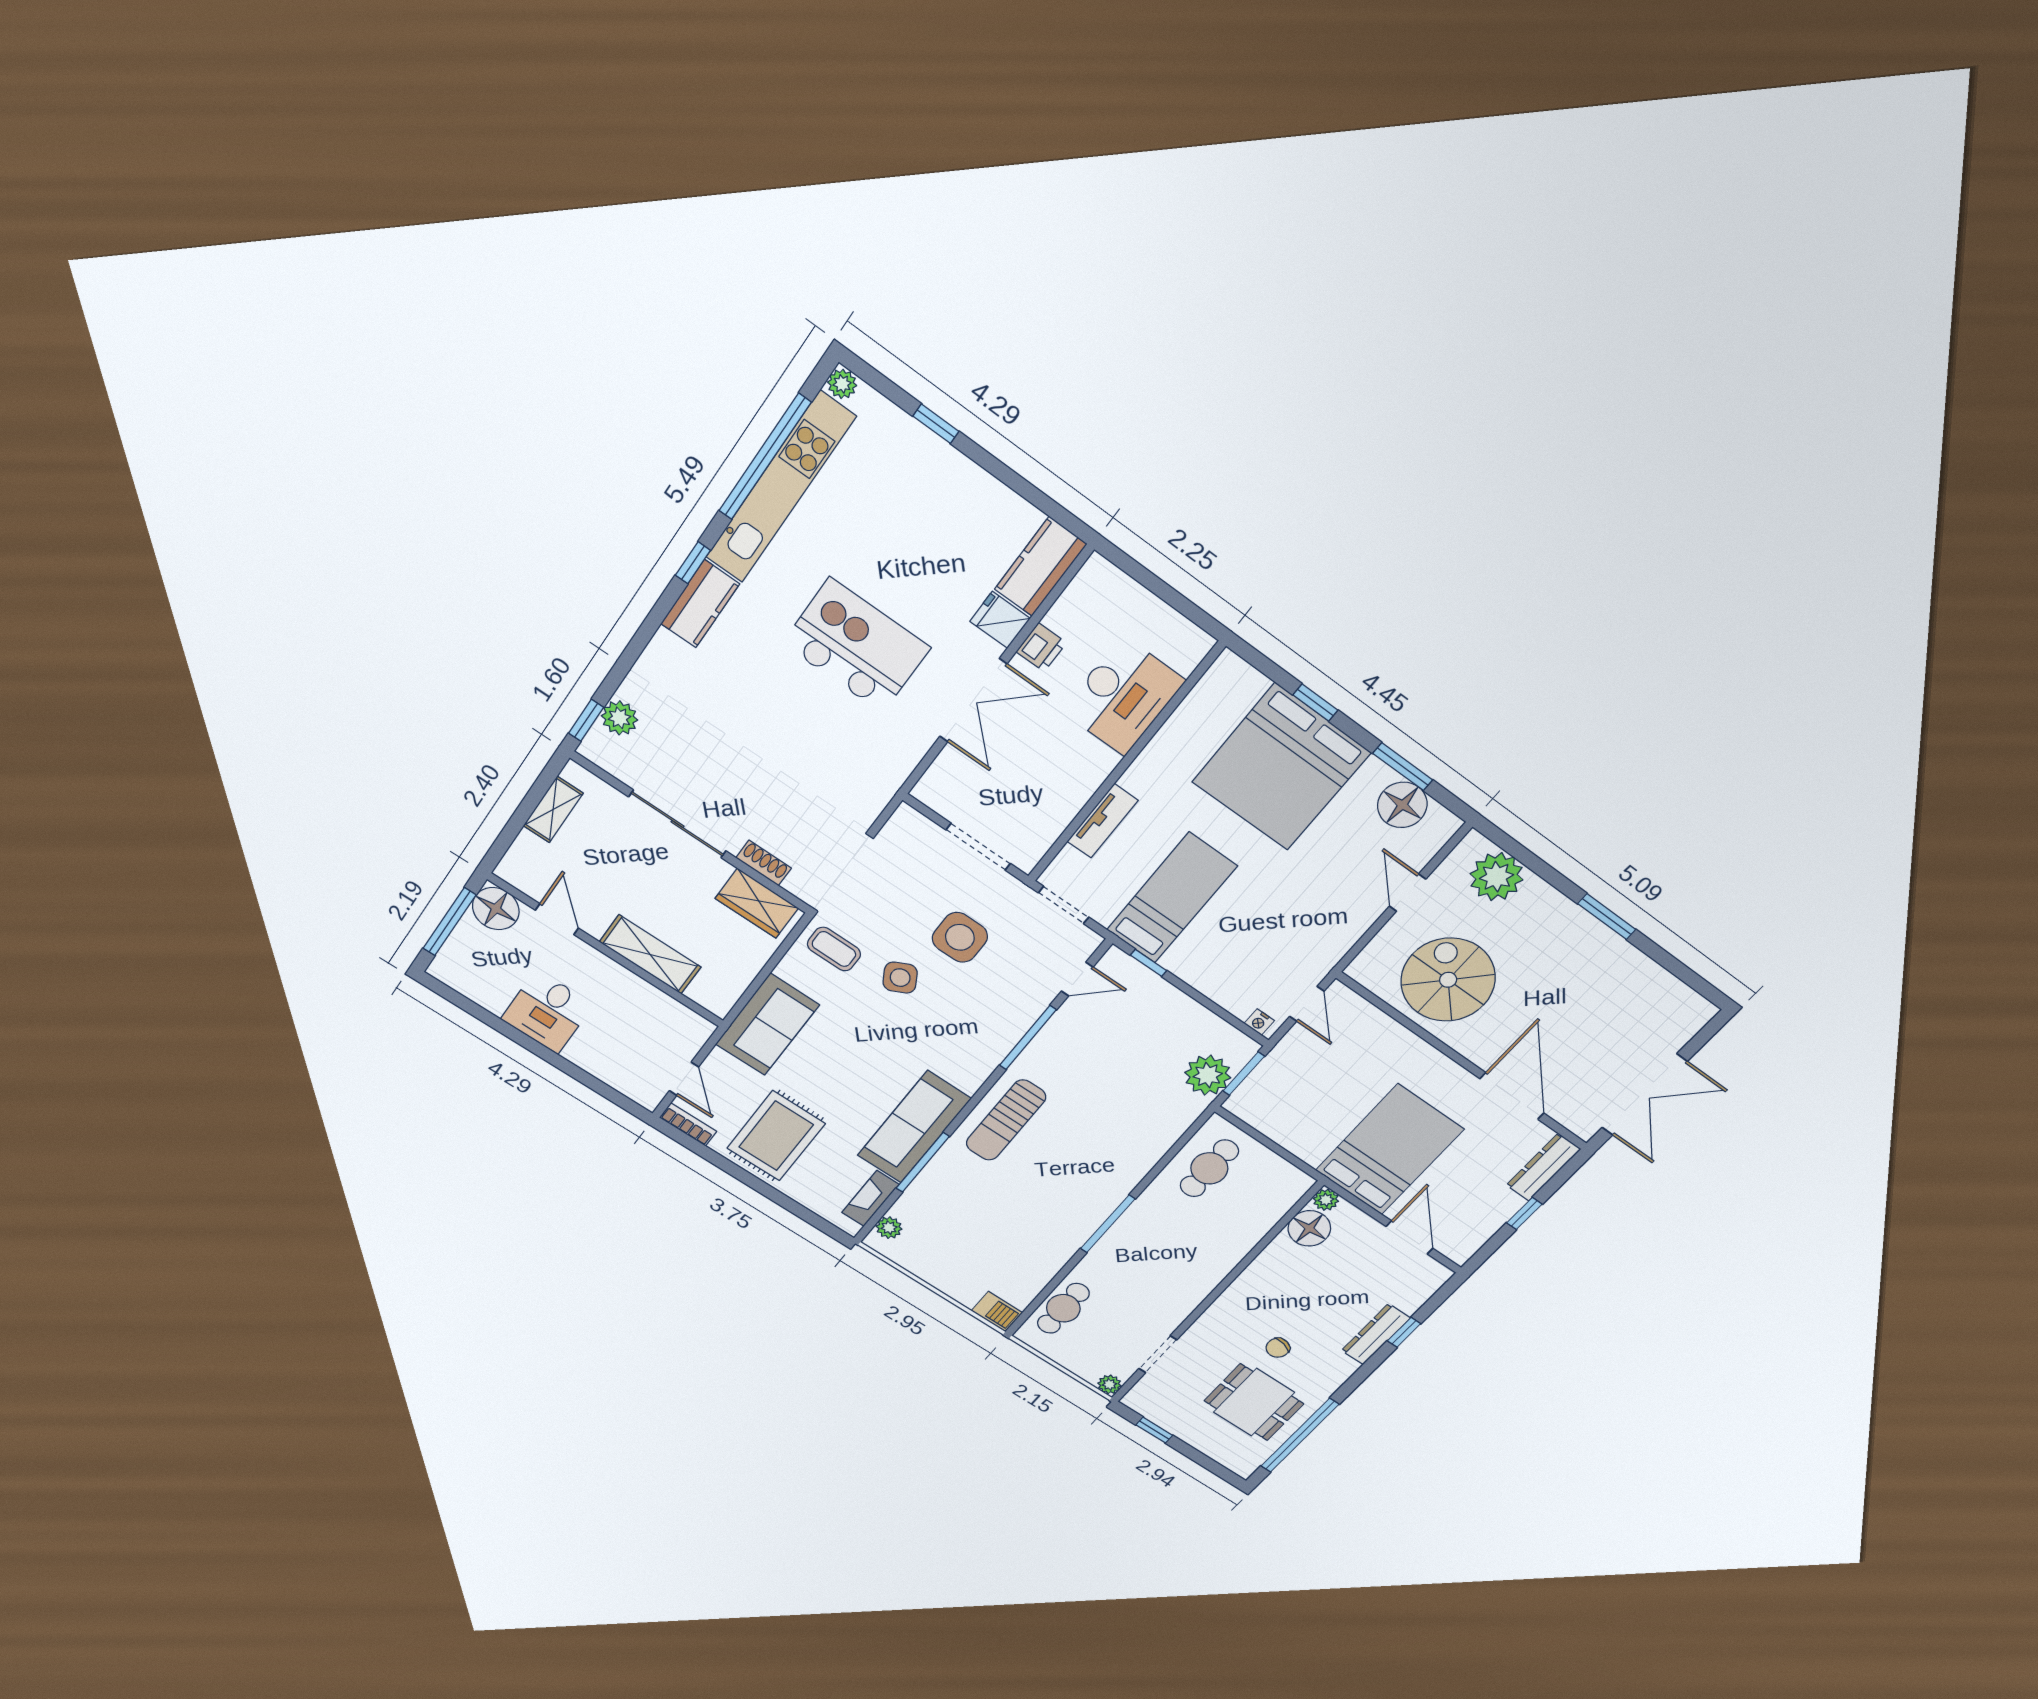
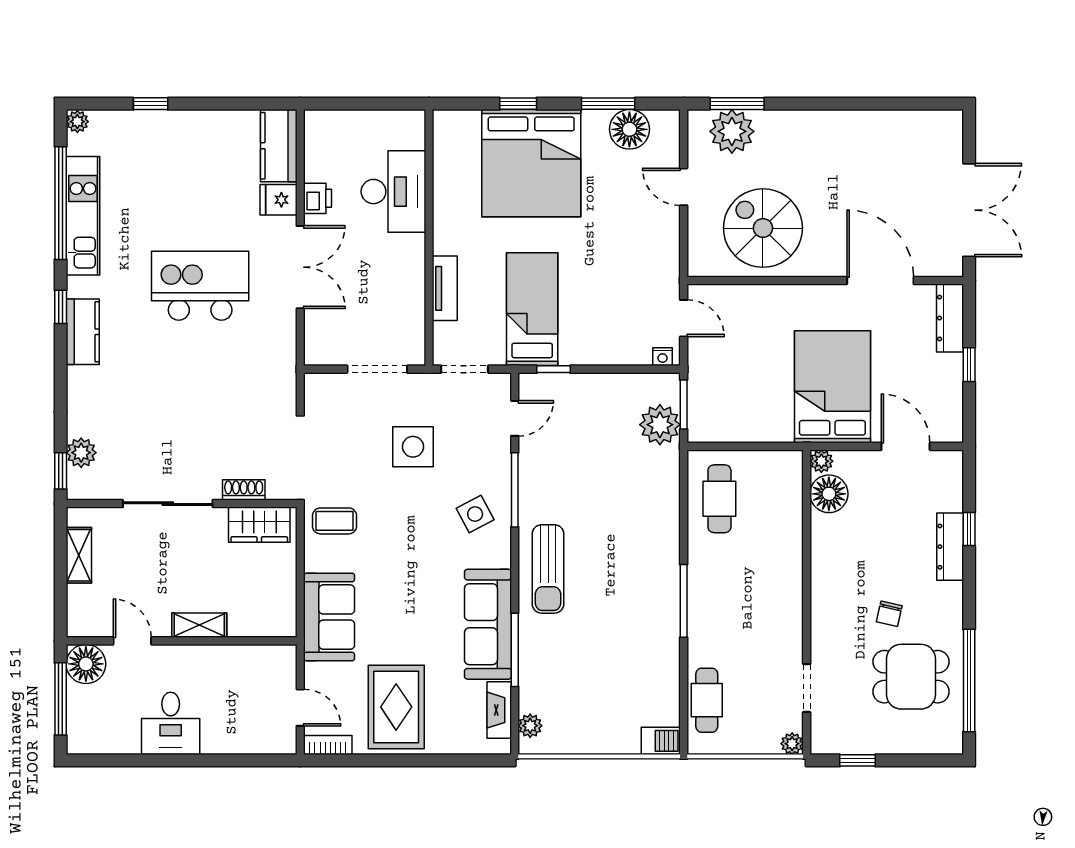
kitchen unit: (780, 488) -> (83, 216), width x0.73
window: (1607, 917) -> (737, 104), moved
shelving: (650, 955) -> (199, 625), width x0.67, depth x0.75
side table: (900, 978) -> (475, 514), moved

